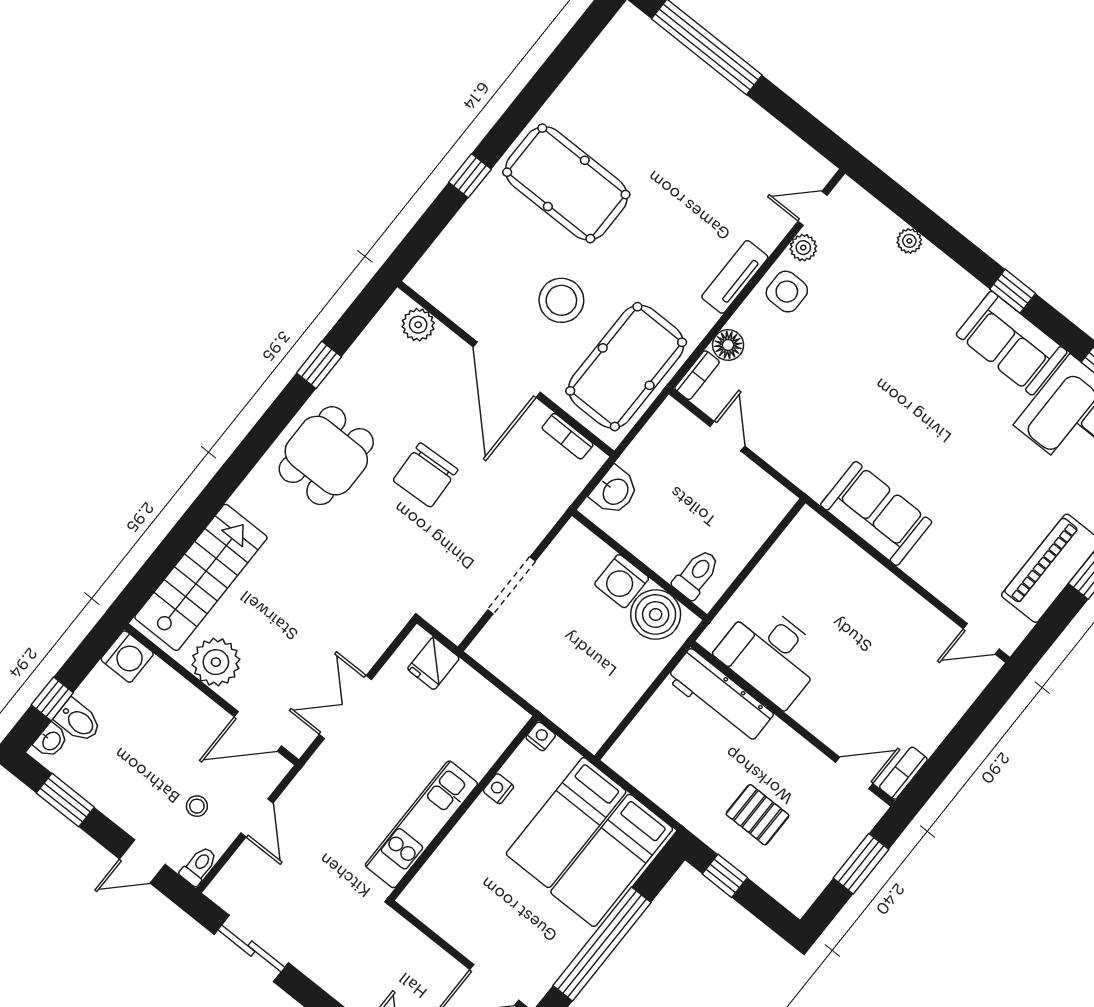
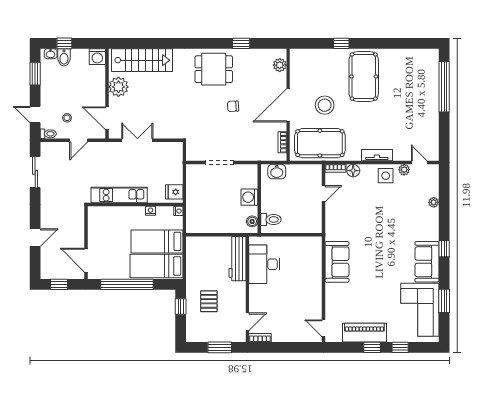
chair: (425, 475) -> (233, 106), width x0.54, depth x0.54
boiler: (656, 614) -> (252, 221), width x0.54, depth x0.54
fridge: (433, 663) -> (174, 192), moved
door: (854, 773) -> (247, 322), hinge flipped

